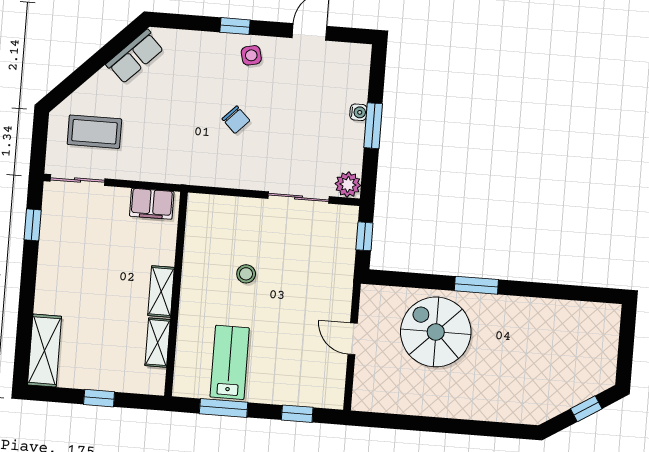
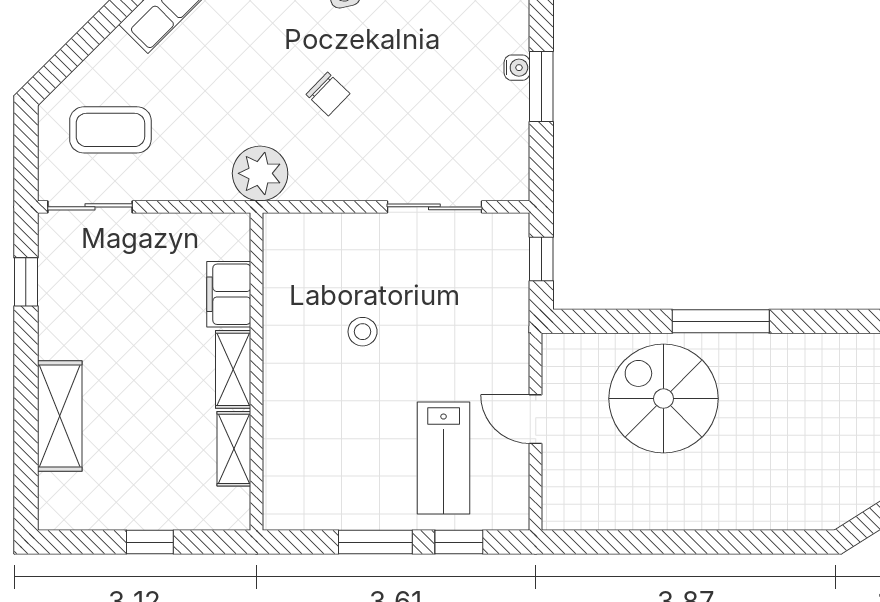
plant: (348, 185) -> (260, 173), moved, width x1.36, depth x1.36
filing cabinet: (152, 204) -> (229, 294), moved, turned 90
window: (476, 285) -> (721, 321), width x1.44
shelving: (45, 351) -> (60, 416), moved
lab bench: (230, 362) -> (444, 458), moved, turned 180
window: (224, 408) -> (375, 542), moved

